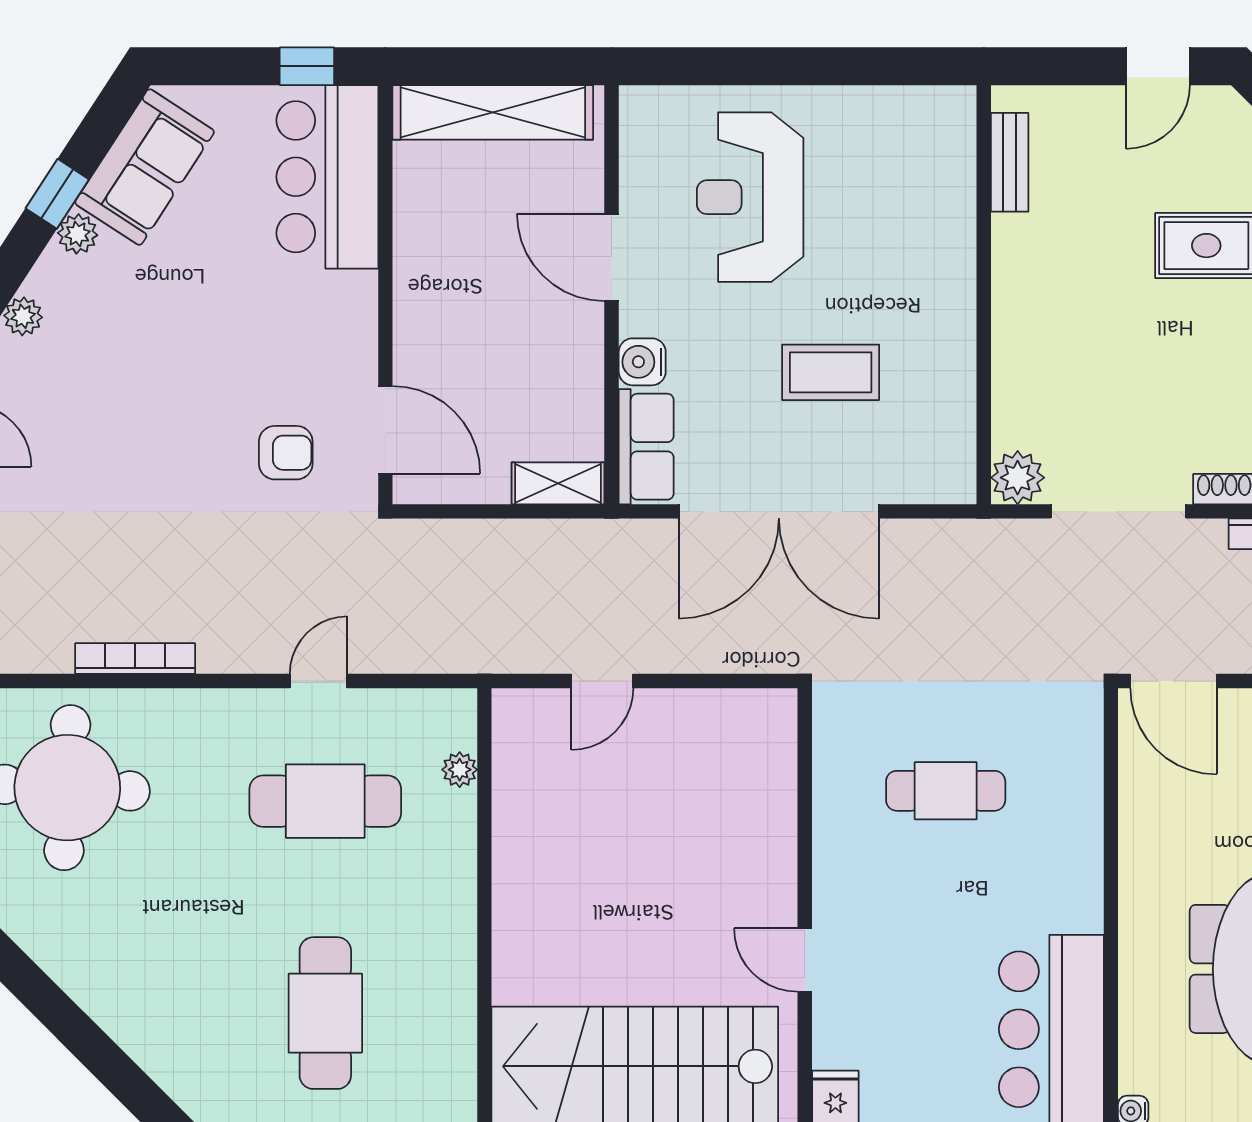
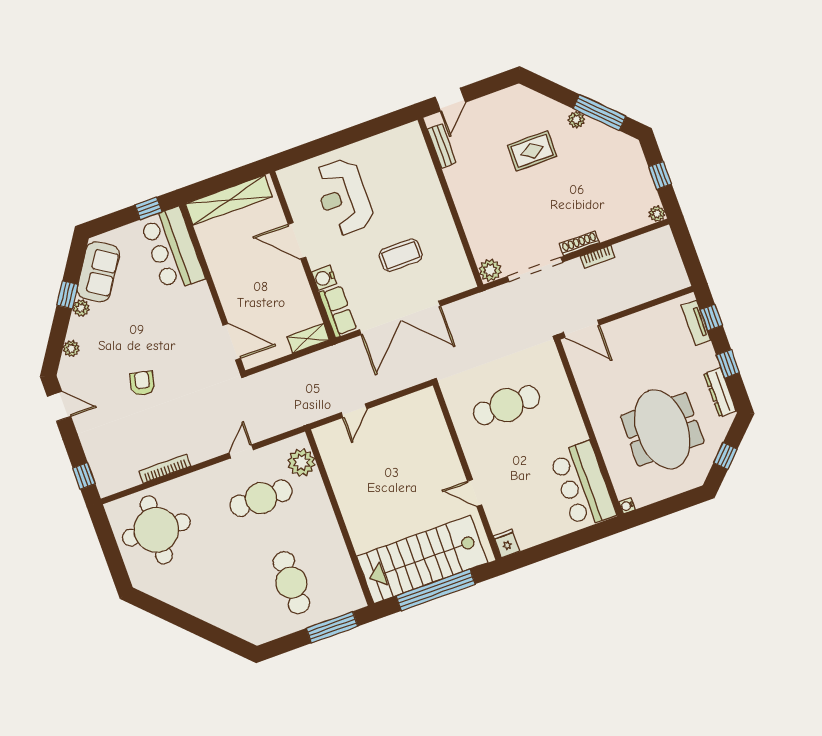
door: (1158, 66) -> (450, 100), moved
armchair: (286, 453) -> (142, 383), moved, turned -78
plant: (460, 770) -> (302, 462), width x1.88, depth x1.88
cafe table: (946, 791) -> (506, 405), width x1.37, depth x1.35

